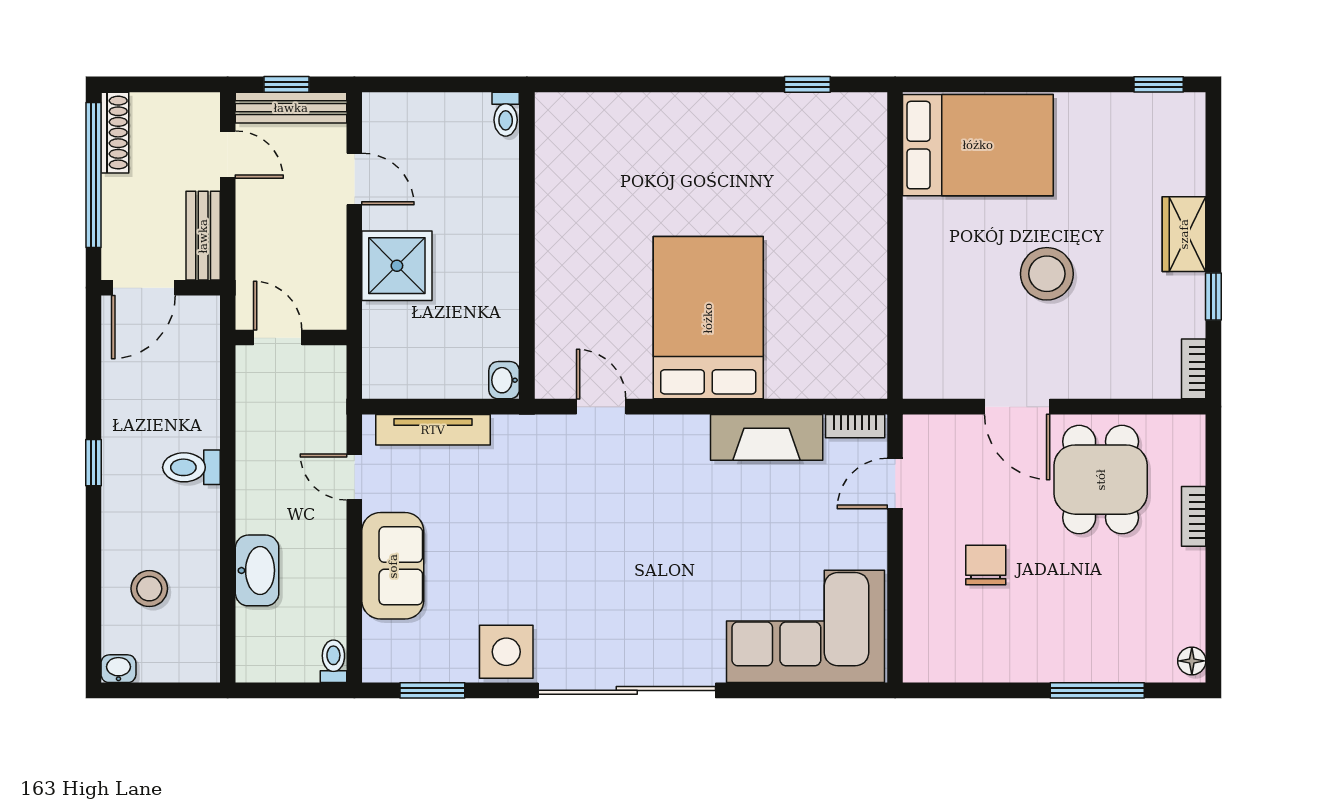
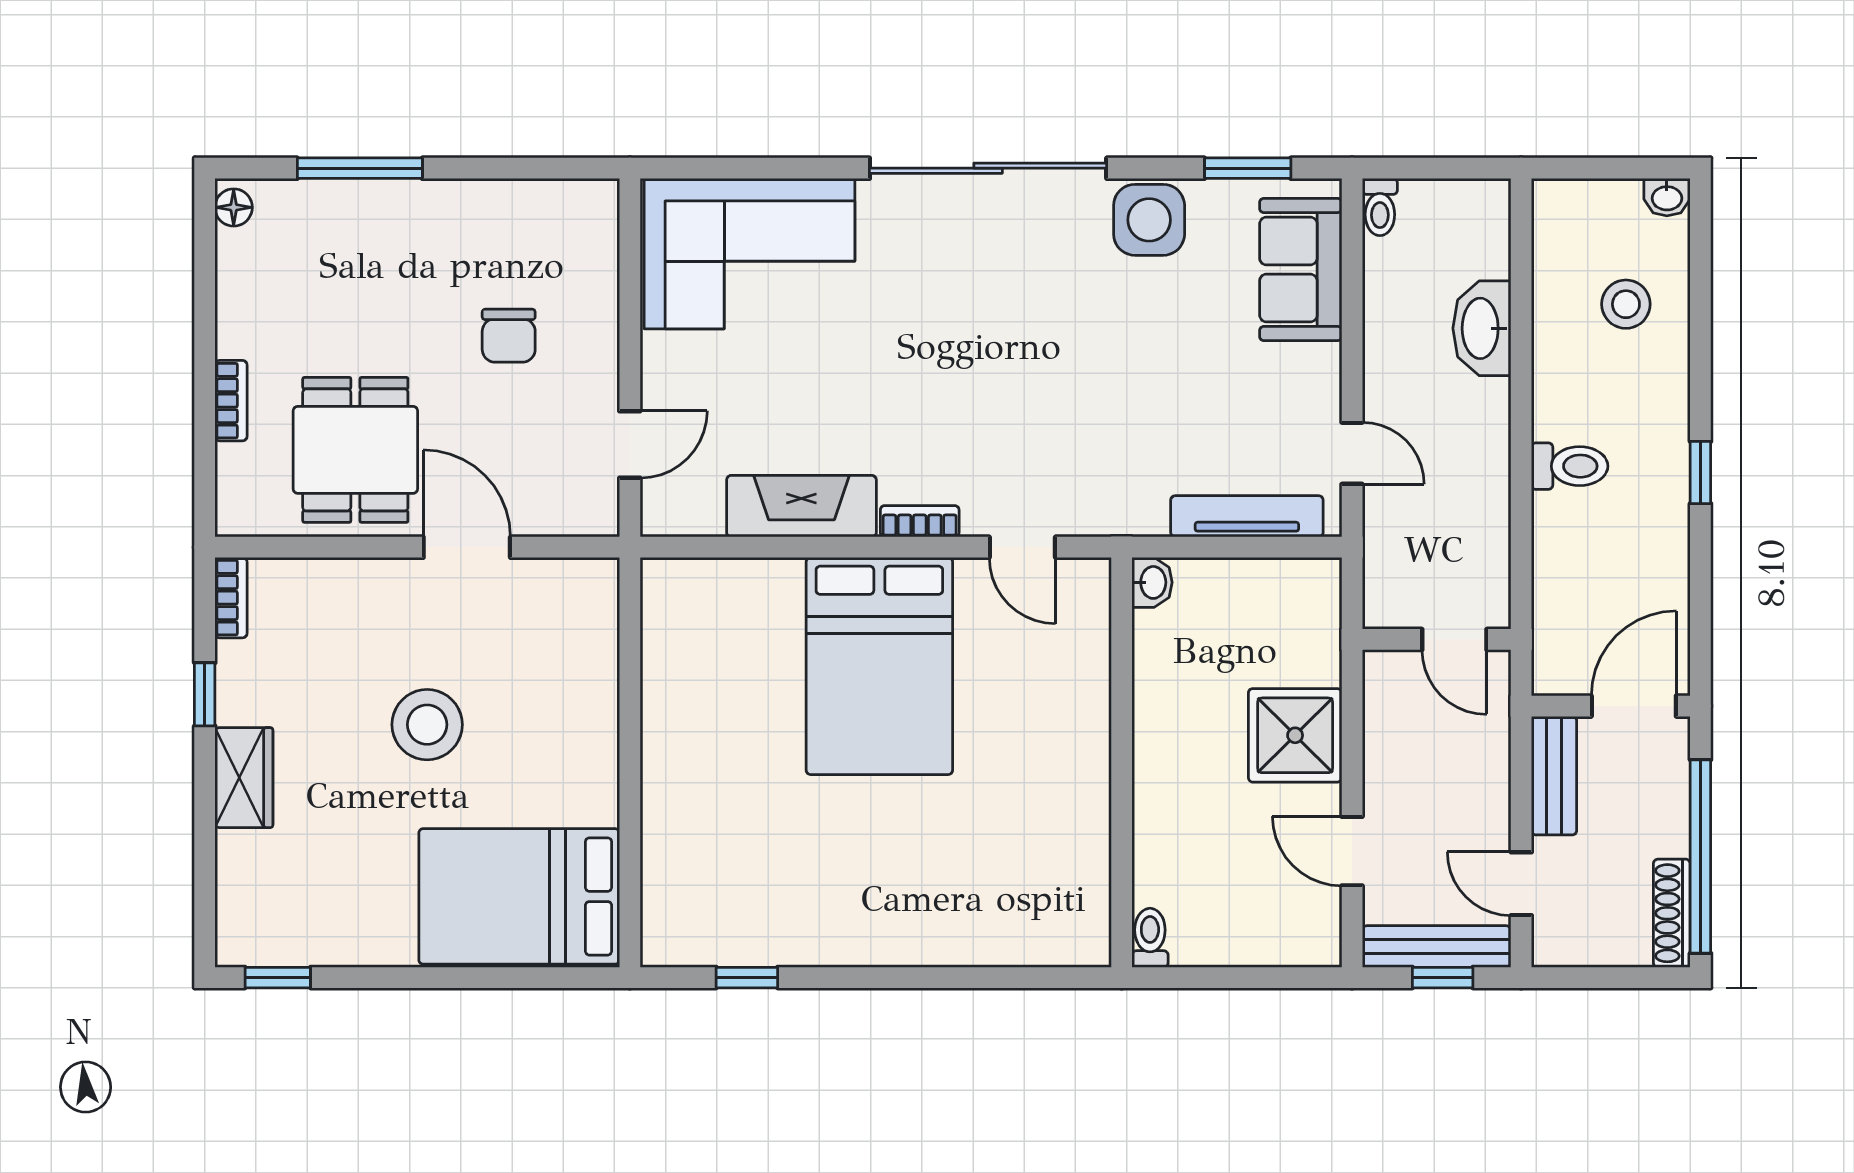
bookcase: (855, 426) -> (920, 521), moved
sofa: (393, 566) -> (1301, 269), moved

